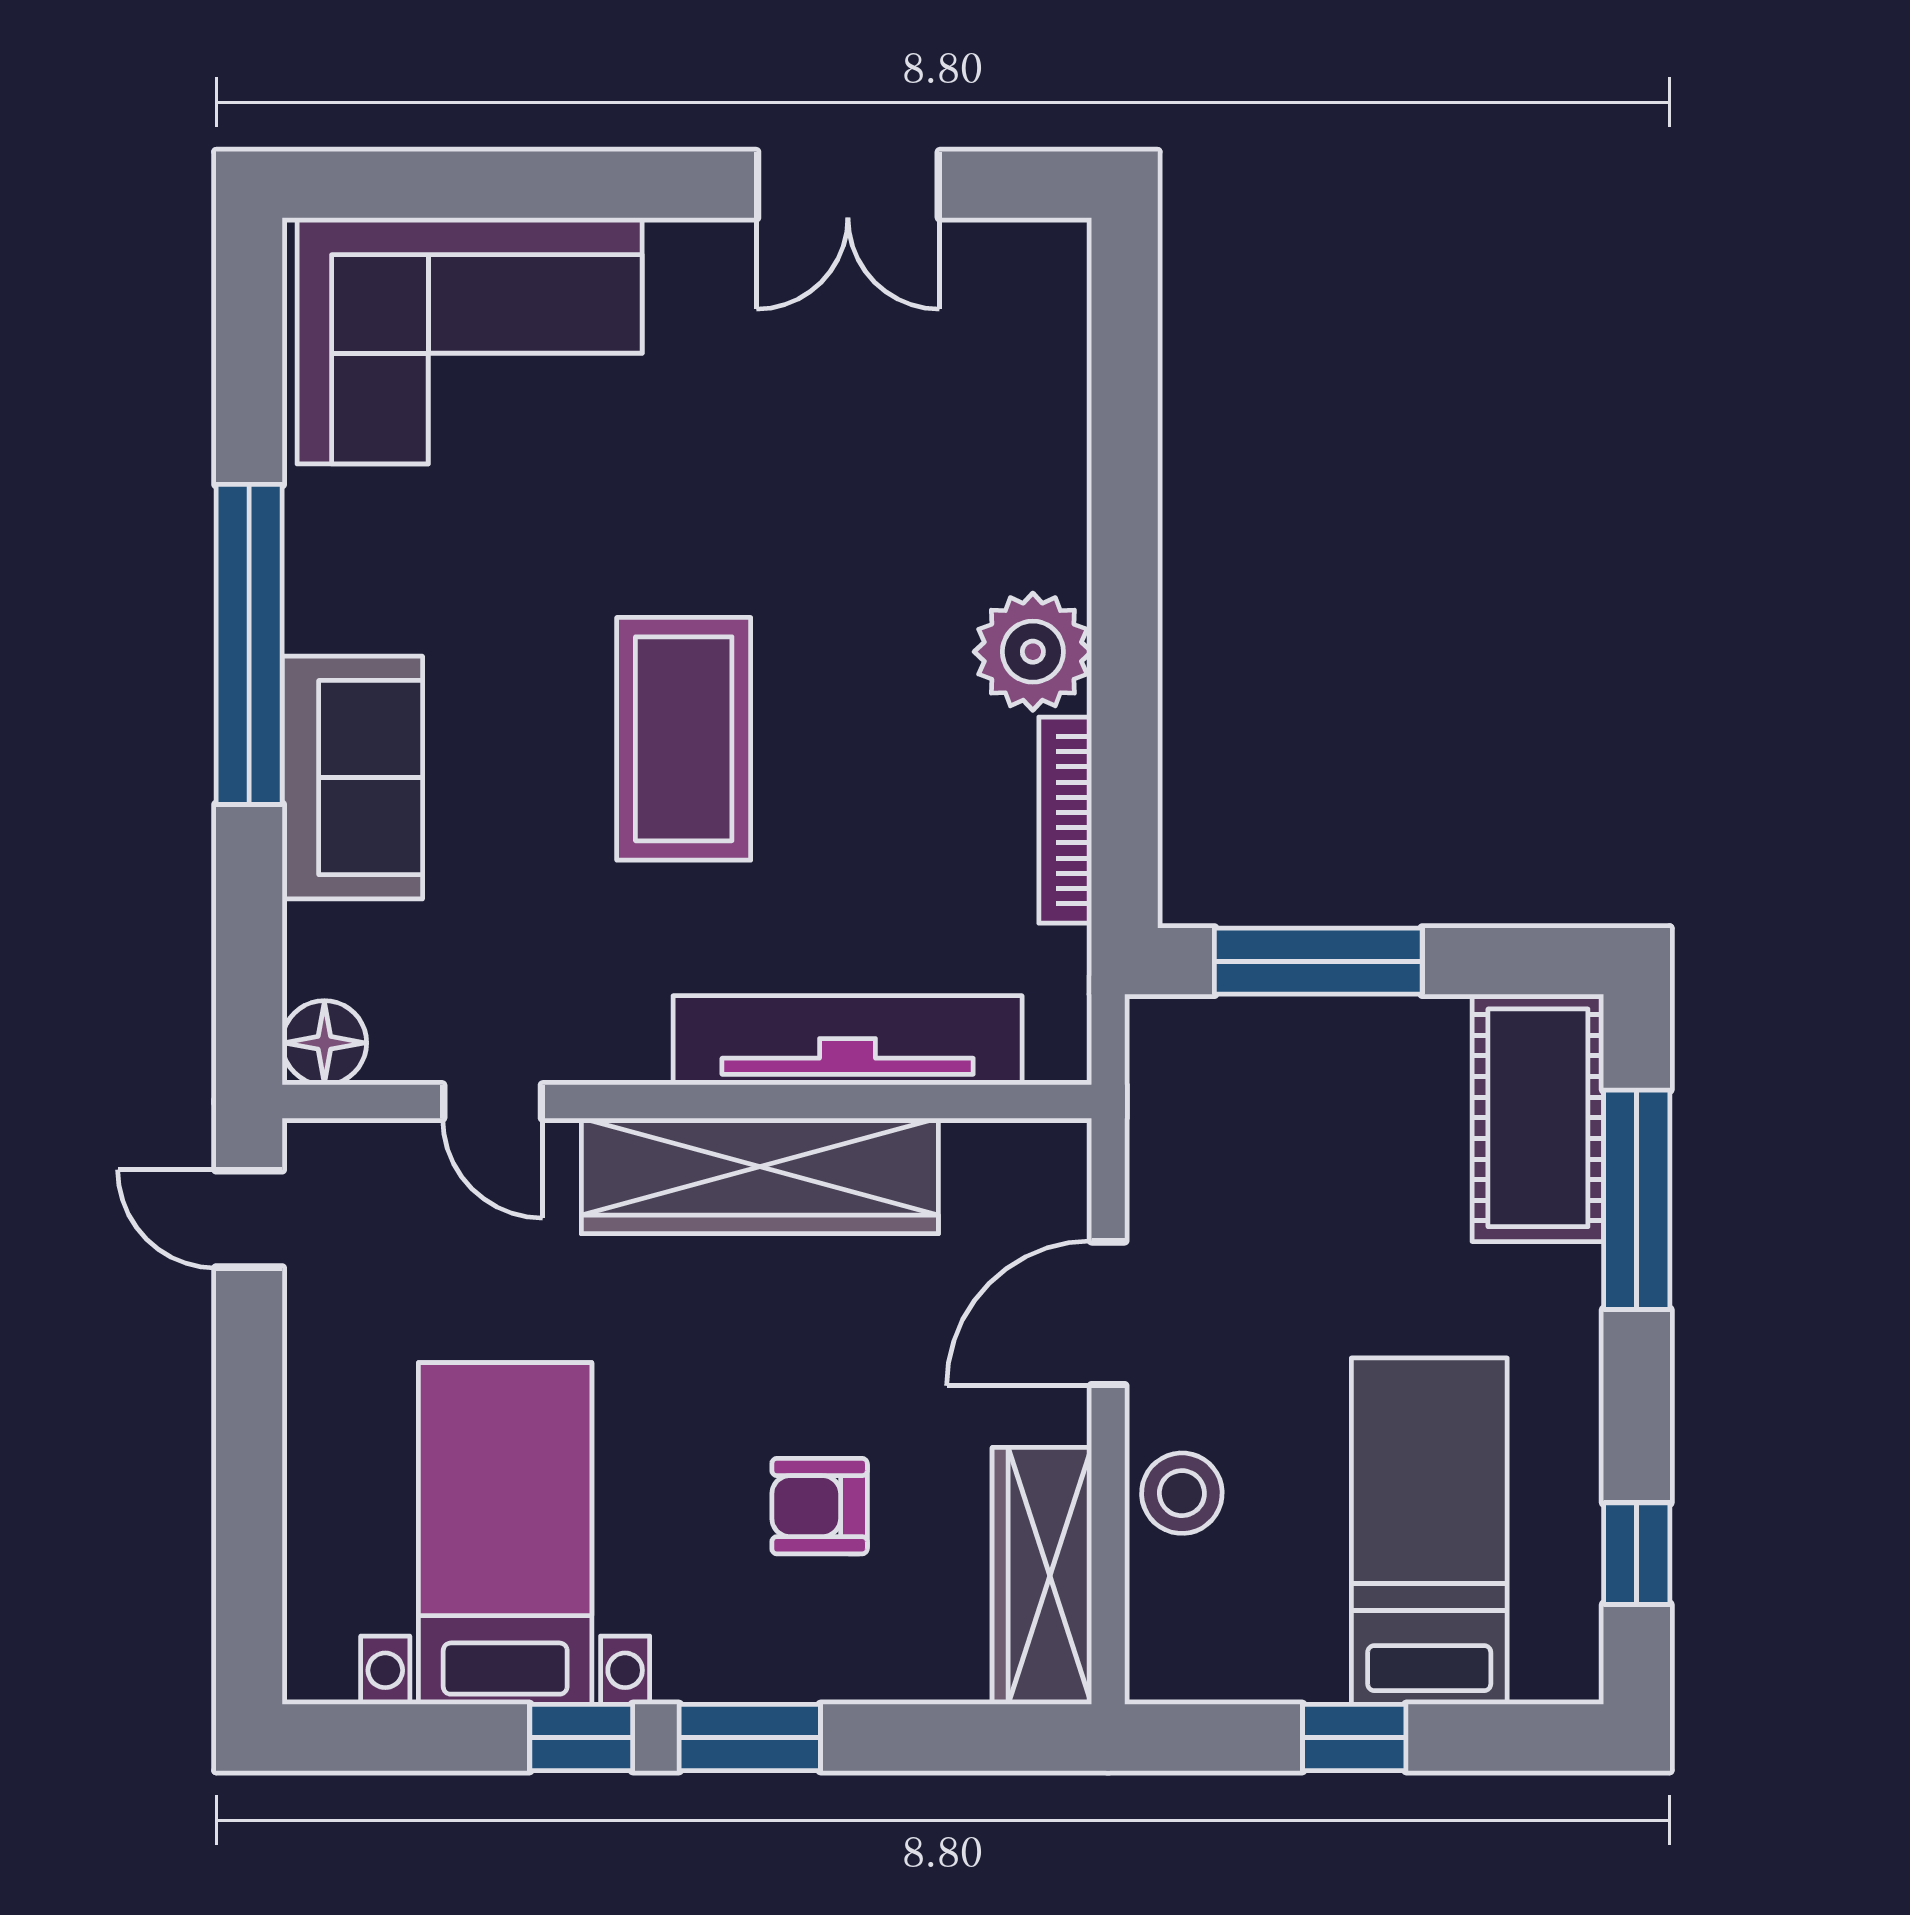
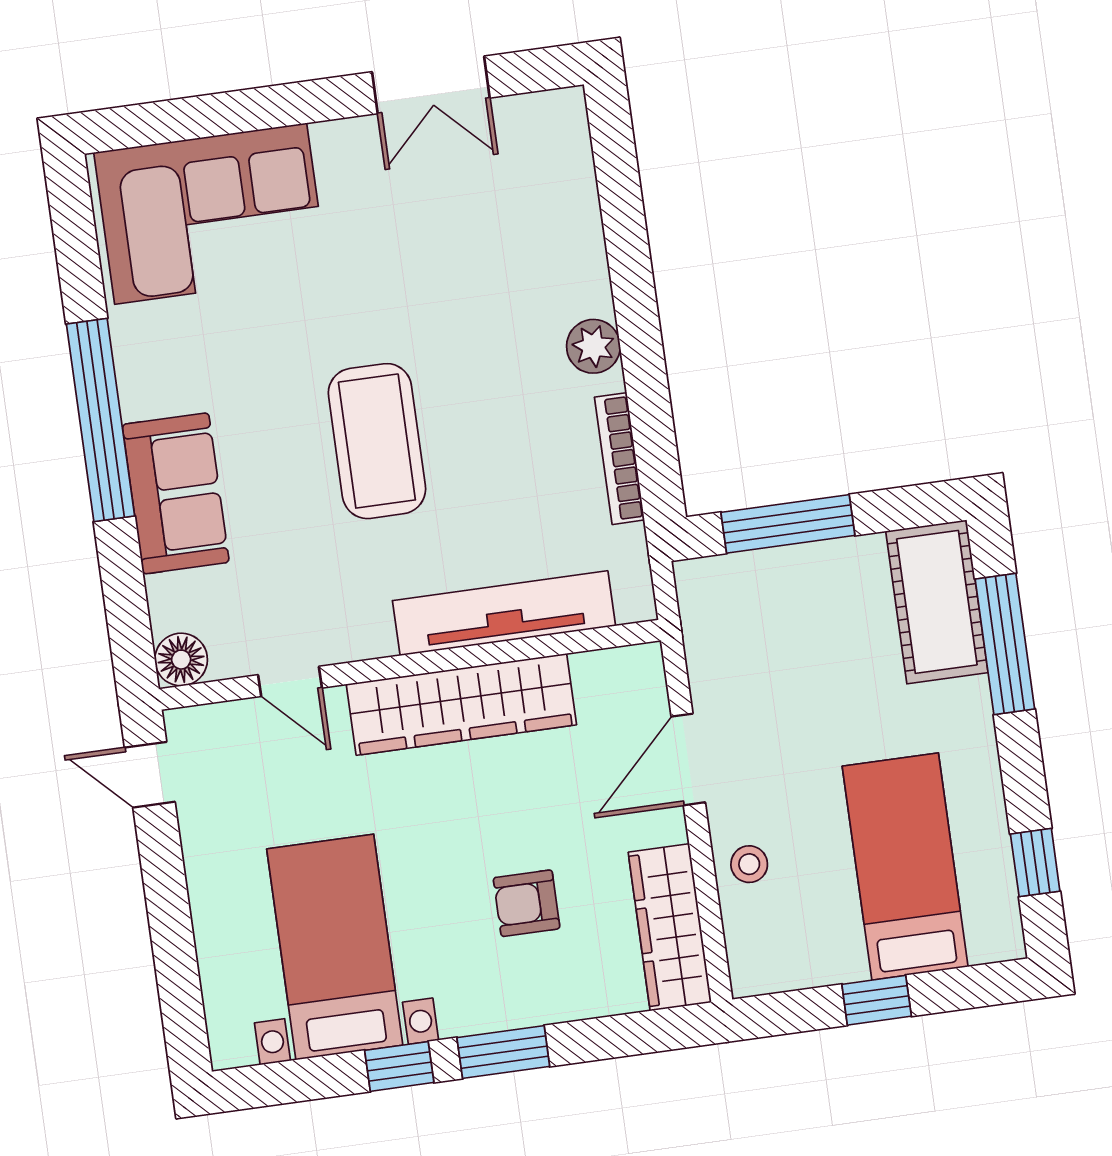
plant: (1033, 652) -> (593, 346), width x0.73, depth x0.73
stool: (1182, 1493) -> (749, 864), width x0.73, depth x0.73

